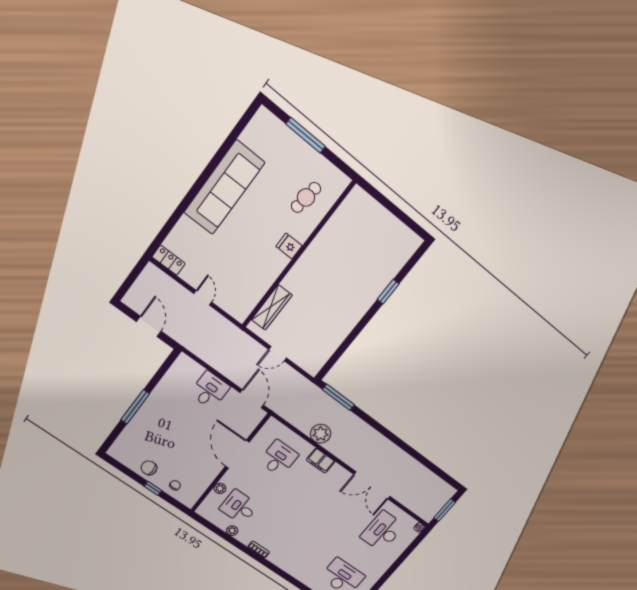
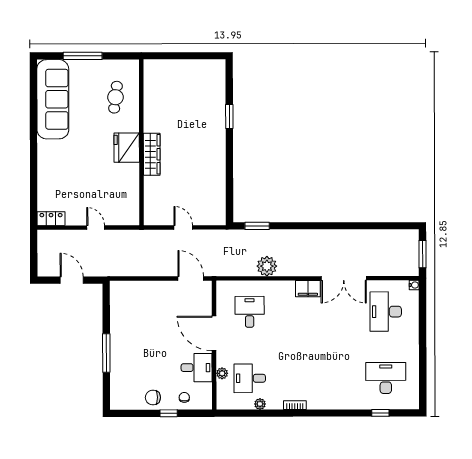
sofa: (224, 188) -> (53, 99), moved
fridge: (289, 246) -> (127, 148), width x1.88, depth x1.34
wardrobe: (272, 307) -> (152, 154), moved
door: (278, 354) -> (183, 227), swing flipped
desk: (210, 390) -> (197, 368), moved, turned 90
window: (338, 397) -> (257, 226), width x0.69
filing cabinet: (321, 461) -> (308, 289), moved

